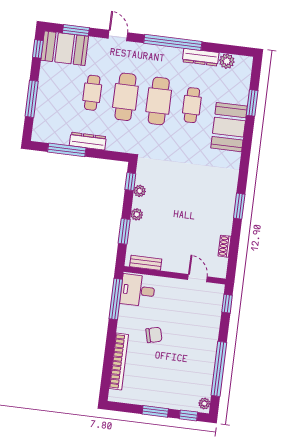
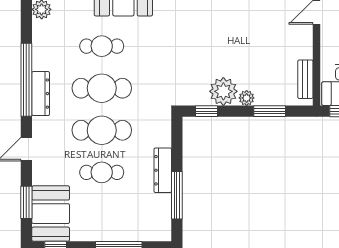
dresser: (201, 57) -> (41, 94), moved
plant: (140, 191) -> (223, 91), width x1.87, depth x1.87

